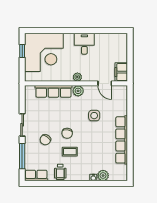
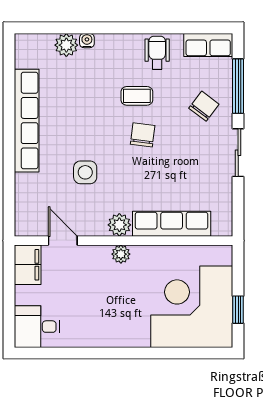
desk: (84, 44) -> (37, 327), moved, turned 90
chair: (45, 140) -> (204, 106), moved

